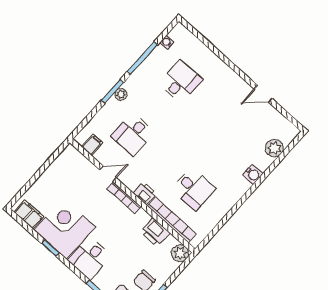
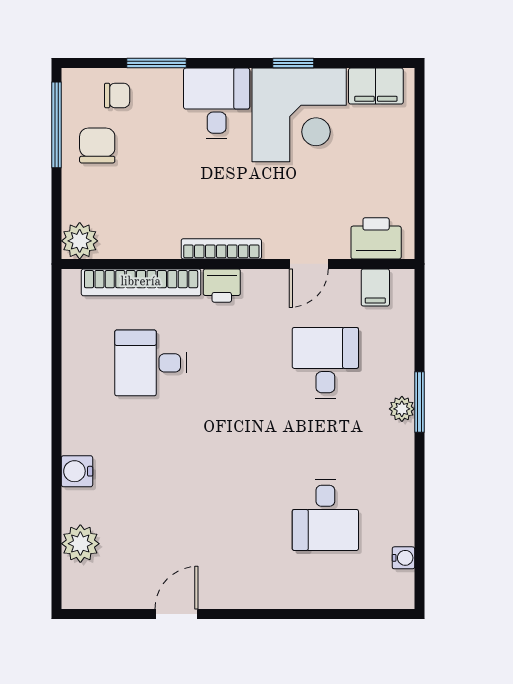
window: (142, 58) -> (419, 498), removed
bookcase: (124, 198) -> (221, 249), moved
printer: (155, 232) -> (376, 238), moved

